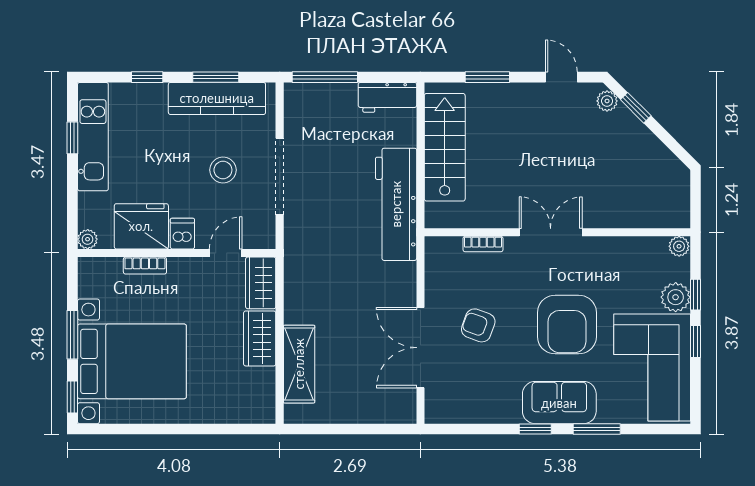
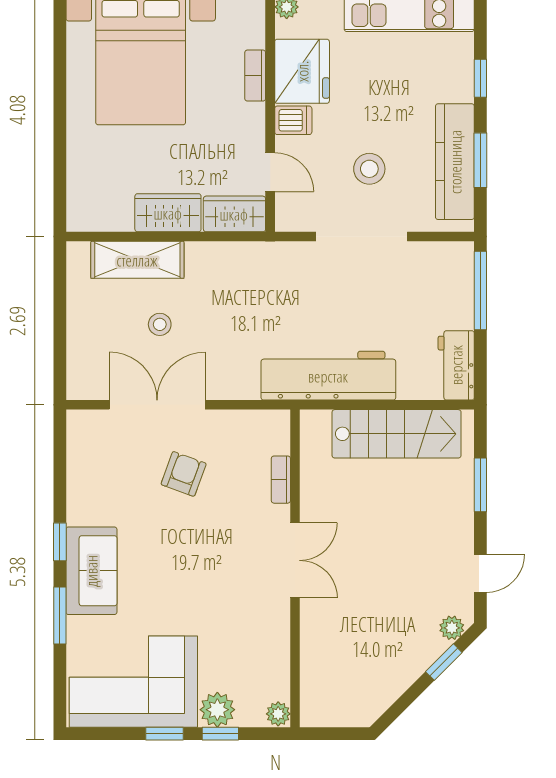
armchair: (567, 325) -> (185, 580), removed
stool: (353, 345) -> (160, 324), added

